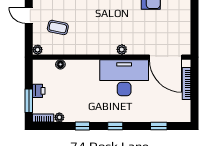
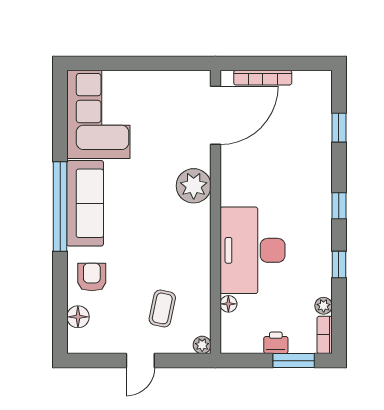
plant: (122, 49) -> (194, 186), width x1.87, depth x1.87
desk: (124, 78) -> (252, 250), moved

